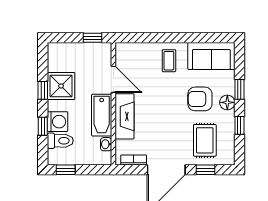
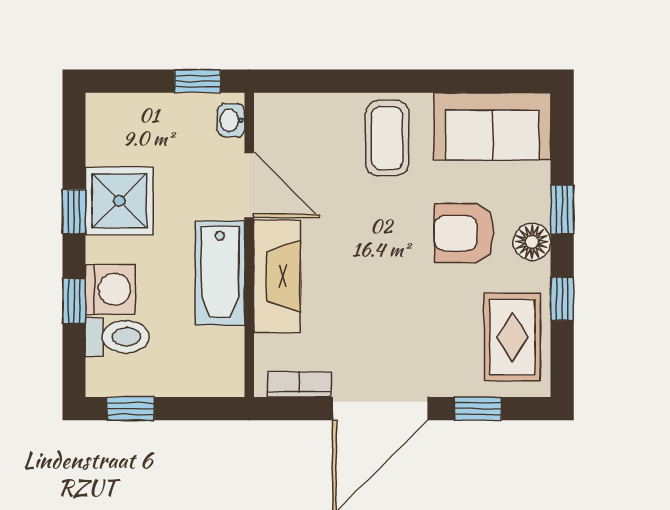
coffee table: (169, 61) -> (387, 138), width x1.36, depth x1.30
rug: (205, 140) -> (512, 337), moved
washbasin: (106, 144) -> (231, 120), moved

